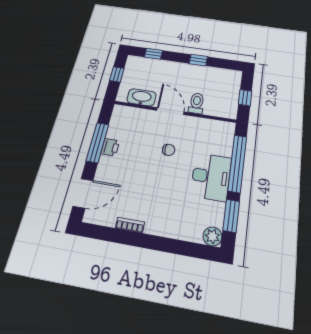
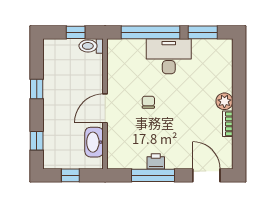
toilet: (196, 103) -> (91, 46), moved
plant: (212, 236) -> (224, 101), moved

